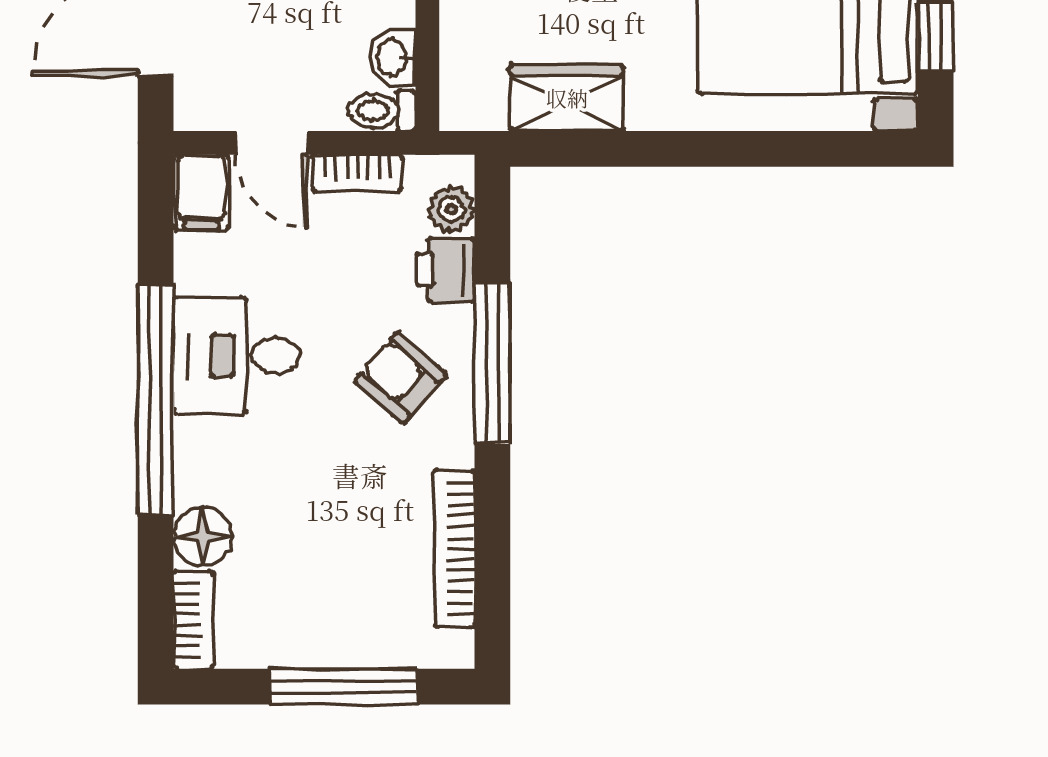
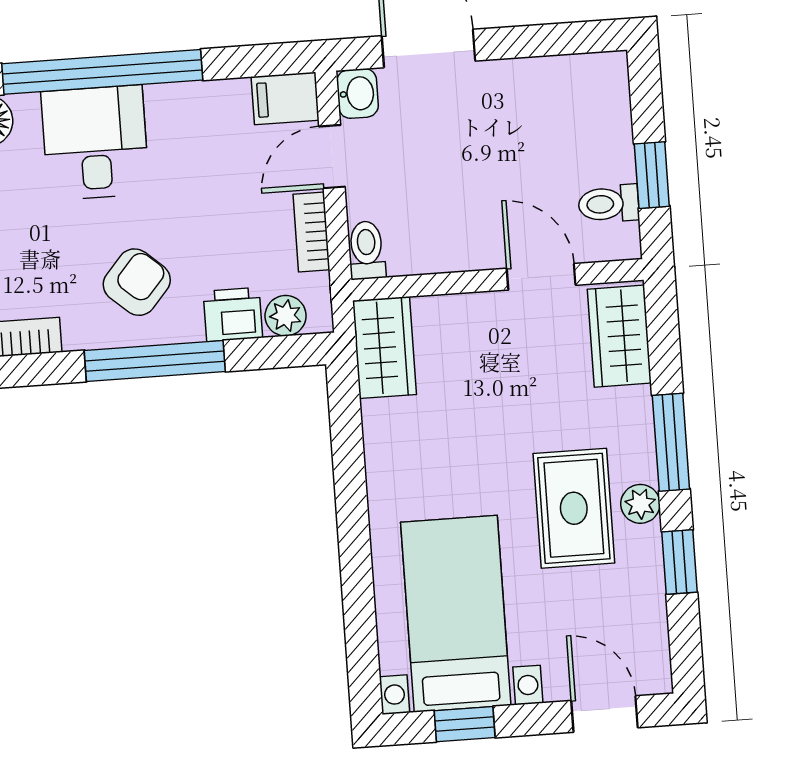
washbasin: (393, 57) -> (357, 93), moved, turned 90
wardrobe: (567, 98) -> (384, 348), moved
desk: (236, 355) -> (95, 143), moved

